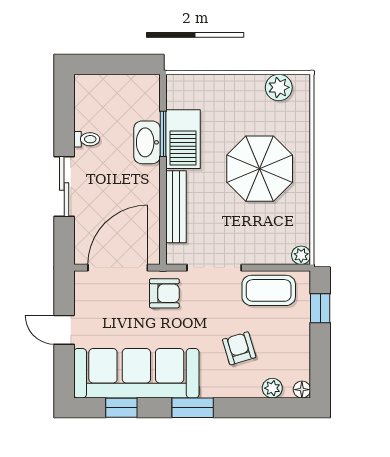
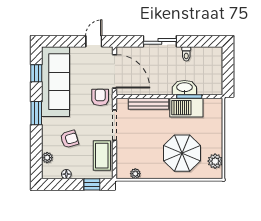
parasol: (260, 169) -> (182, 153), moved
plant: (301, 255) -> (135, 174), moved
armchair: (164, 293) -> (100, 97), turned 180
door: (64, 330) -> (94, 41), moved
floor lamp: (302, 390) -> (66, 174), moved

